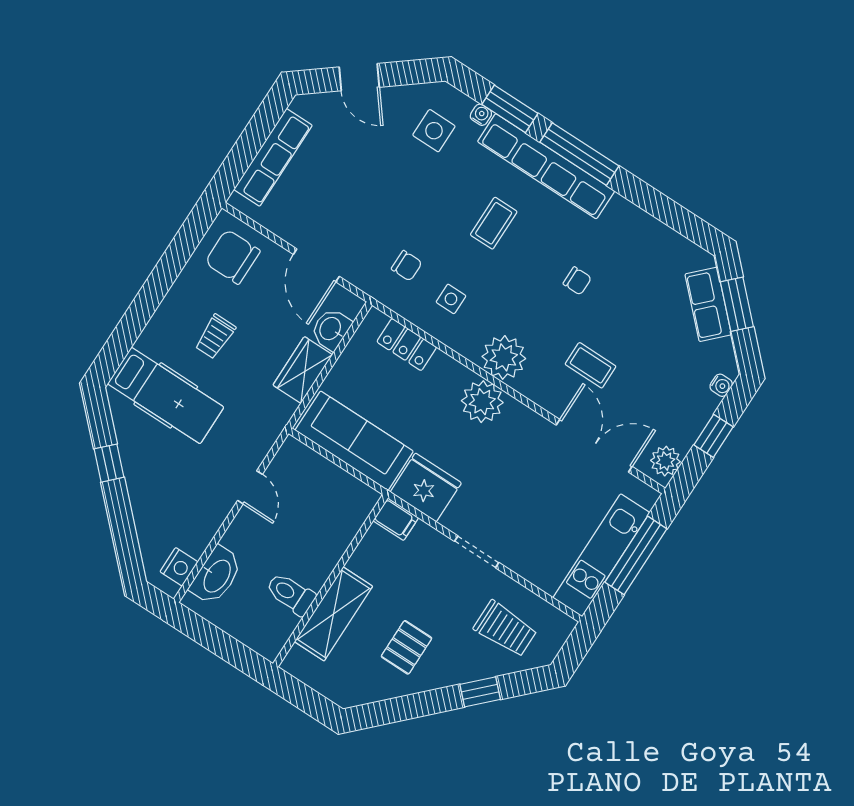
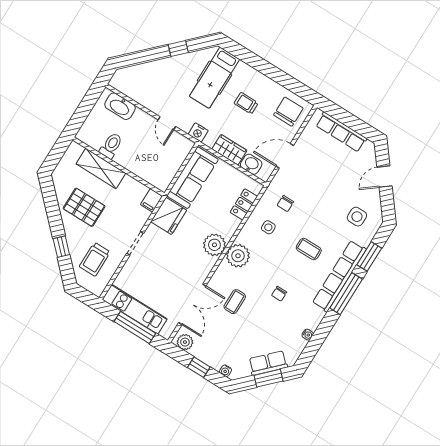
water cooler: (481, 115) -> (308, 335), moved
door: (250, 487) -> (167, 123), hinge flipped
nightstand: (179, 567) -> (198, 132), moved
pallet: (406, 647) -> (84, 207), width x1.50, depth x1.42

